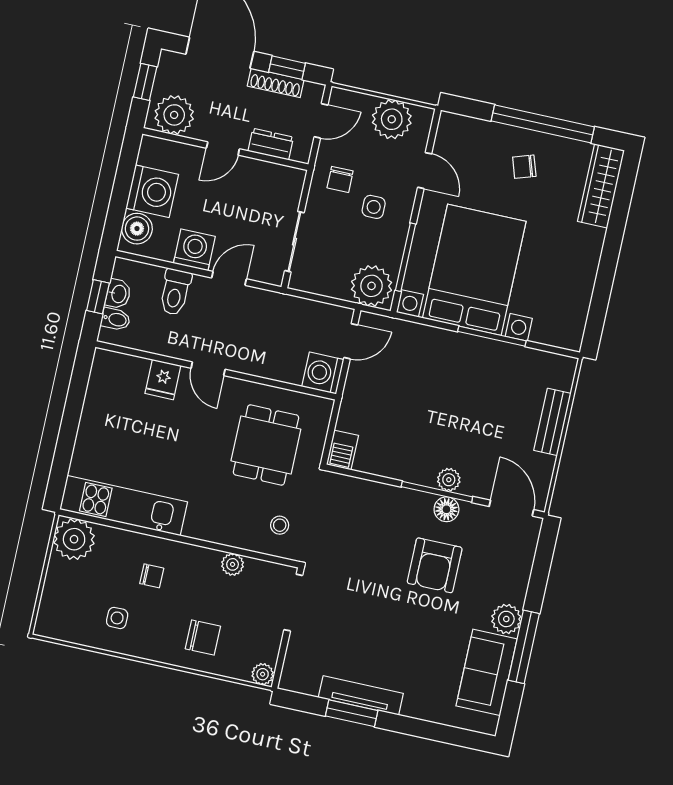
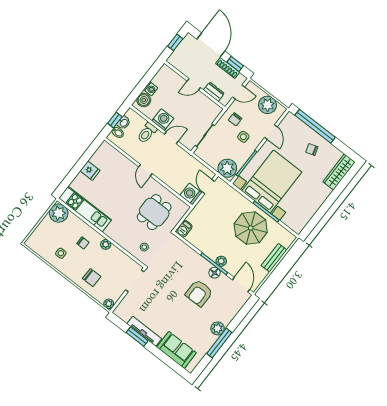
plant: (174, 115) -> (181, 61), removed
window: (543, 124) -> (315, 126), moved
washing machine: (152, 191) -> (150, 89), width x0.53, depth x0.53
door: (351, 341) -> (208, 187), swing flipped
fridge: (163, 380) -> (90, 171), moved, turned -90
parasol: (477, 384) -> (251, 228), added
plant: (233, 564) -> (106, 244), moved
sofa: (487, 672) -> (177, 350), moved, turned 90

